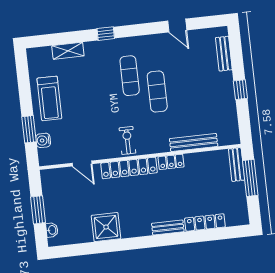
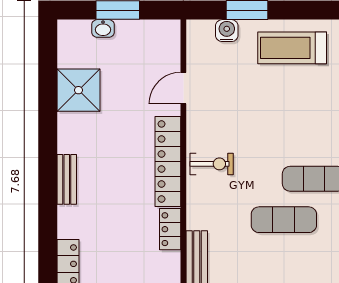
shower: (106, 227) -> (78, 90), moved
bench: (168, 228) -> (67, 179), moved
washbasin: (52, 230) -> (103, 28), moved

